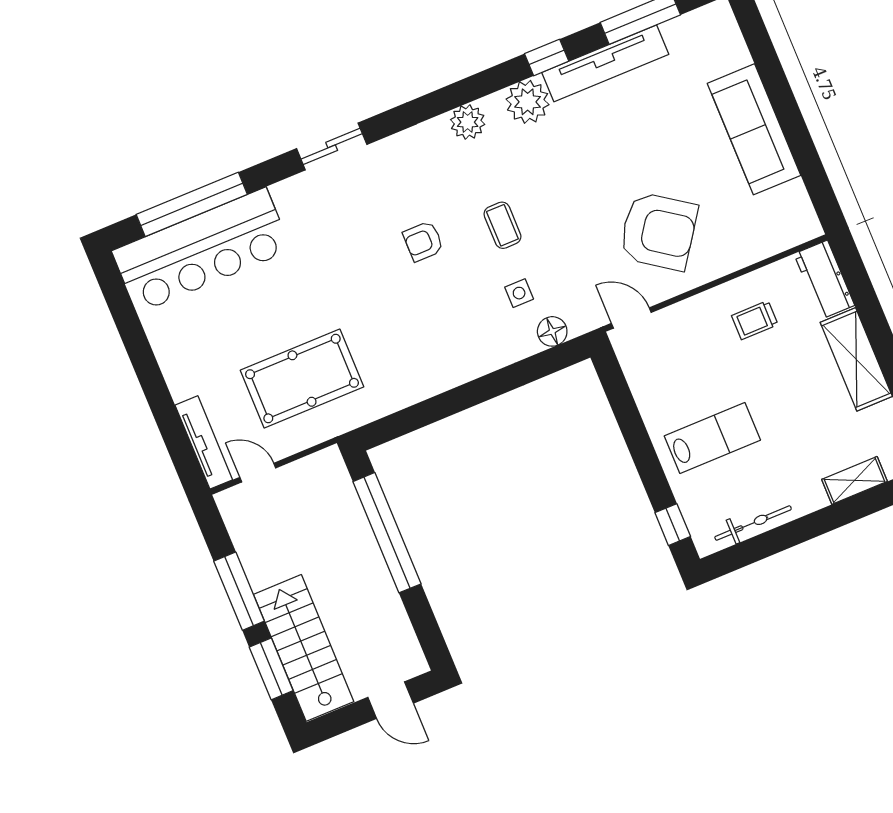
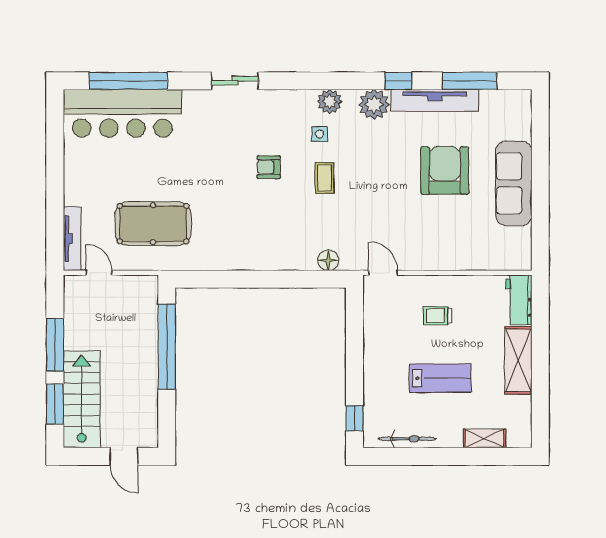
armchair: (658, 231) -> (445, 170), moved, turned -125
side table: (519, 293) -> (320, 134), moved
trolley: (755, 320) -> (437, 316), moved
lab bench: (712, 438) -> (440, 378), moved

